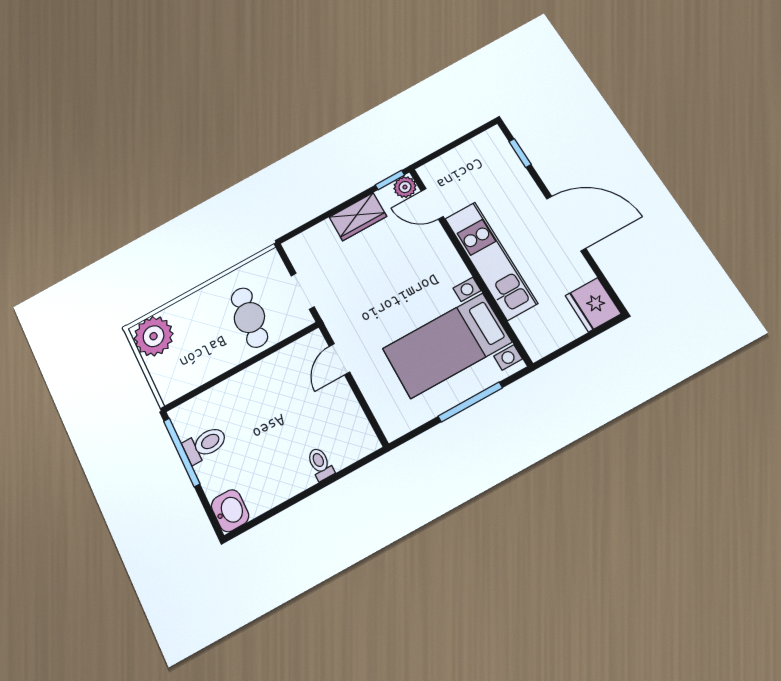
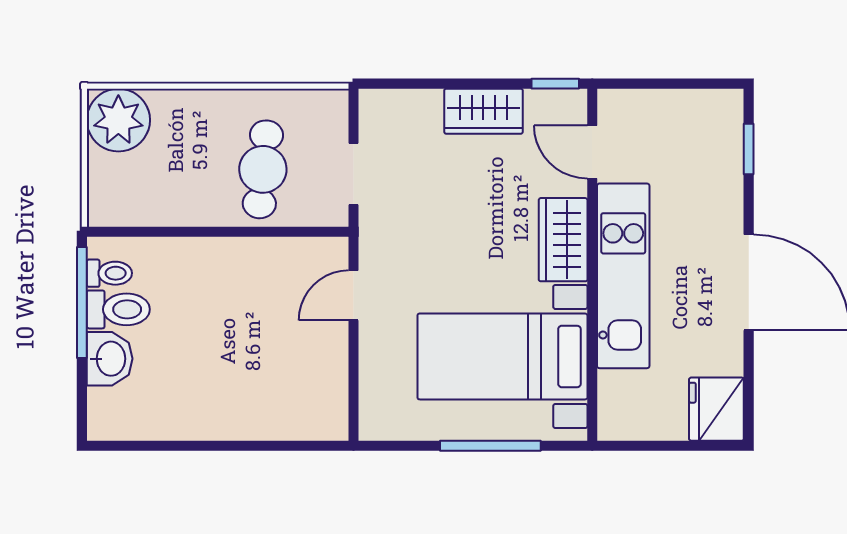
plant: (405, 187) -> (570, 106), removed
wardrobe: (444, 260) -> (563, 240), added
toilet: (320, 464) -> (109, 273), moved, turned 90
washbasin: (230, 511) -> (110, 359), moved

